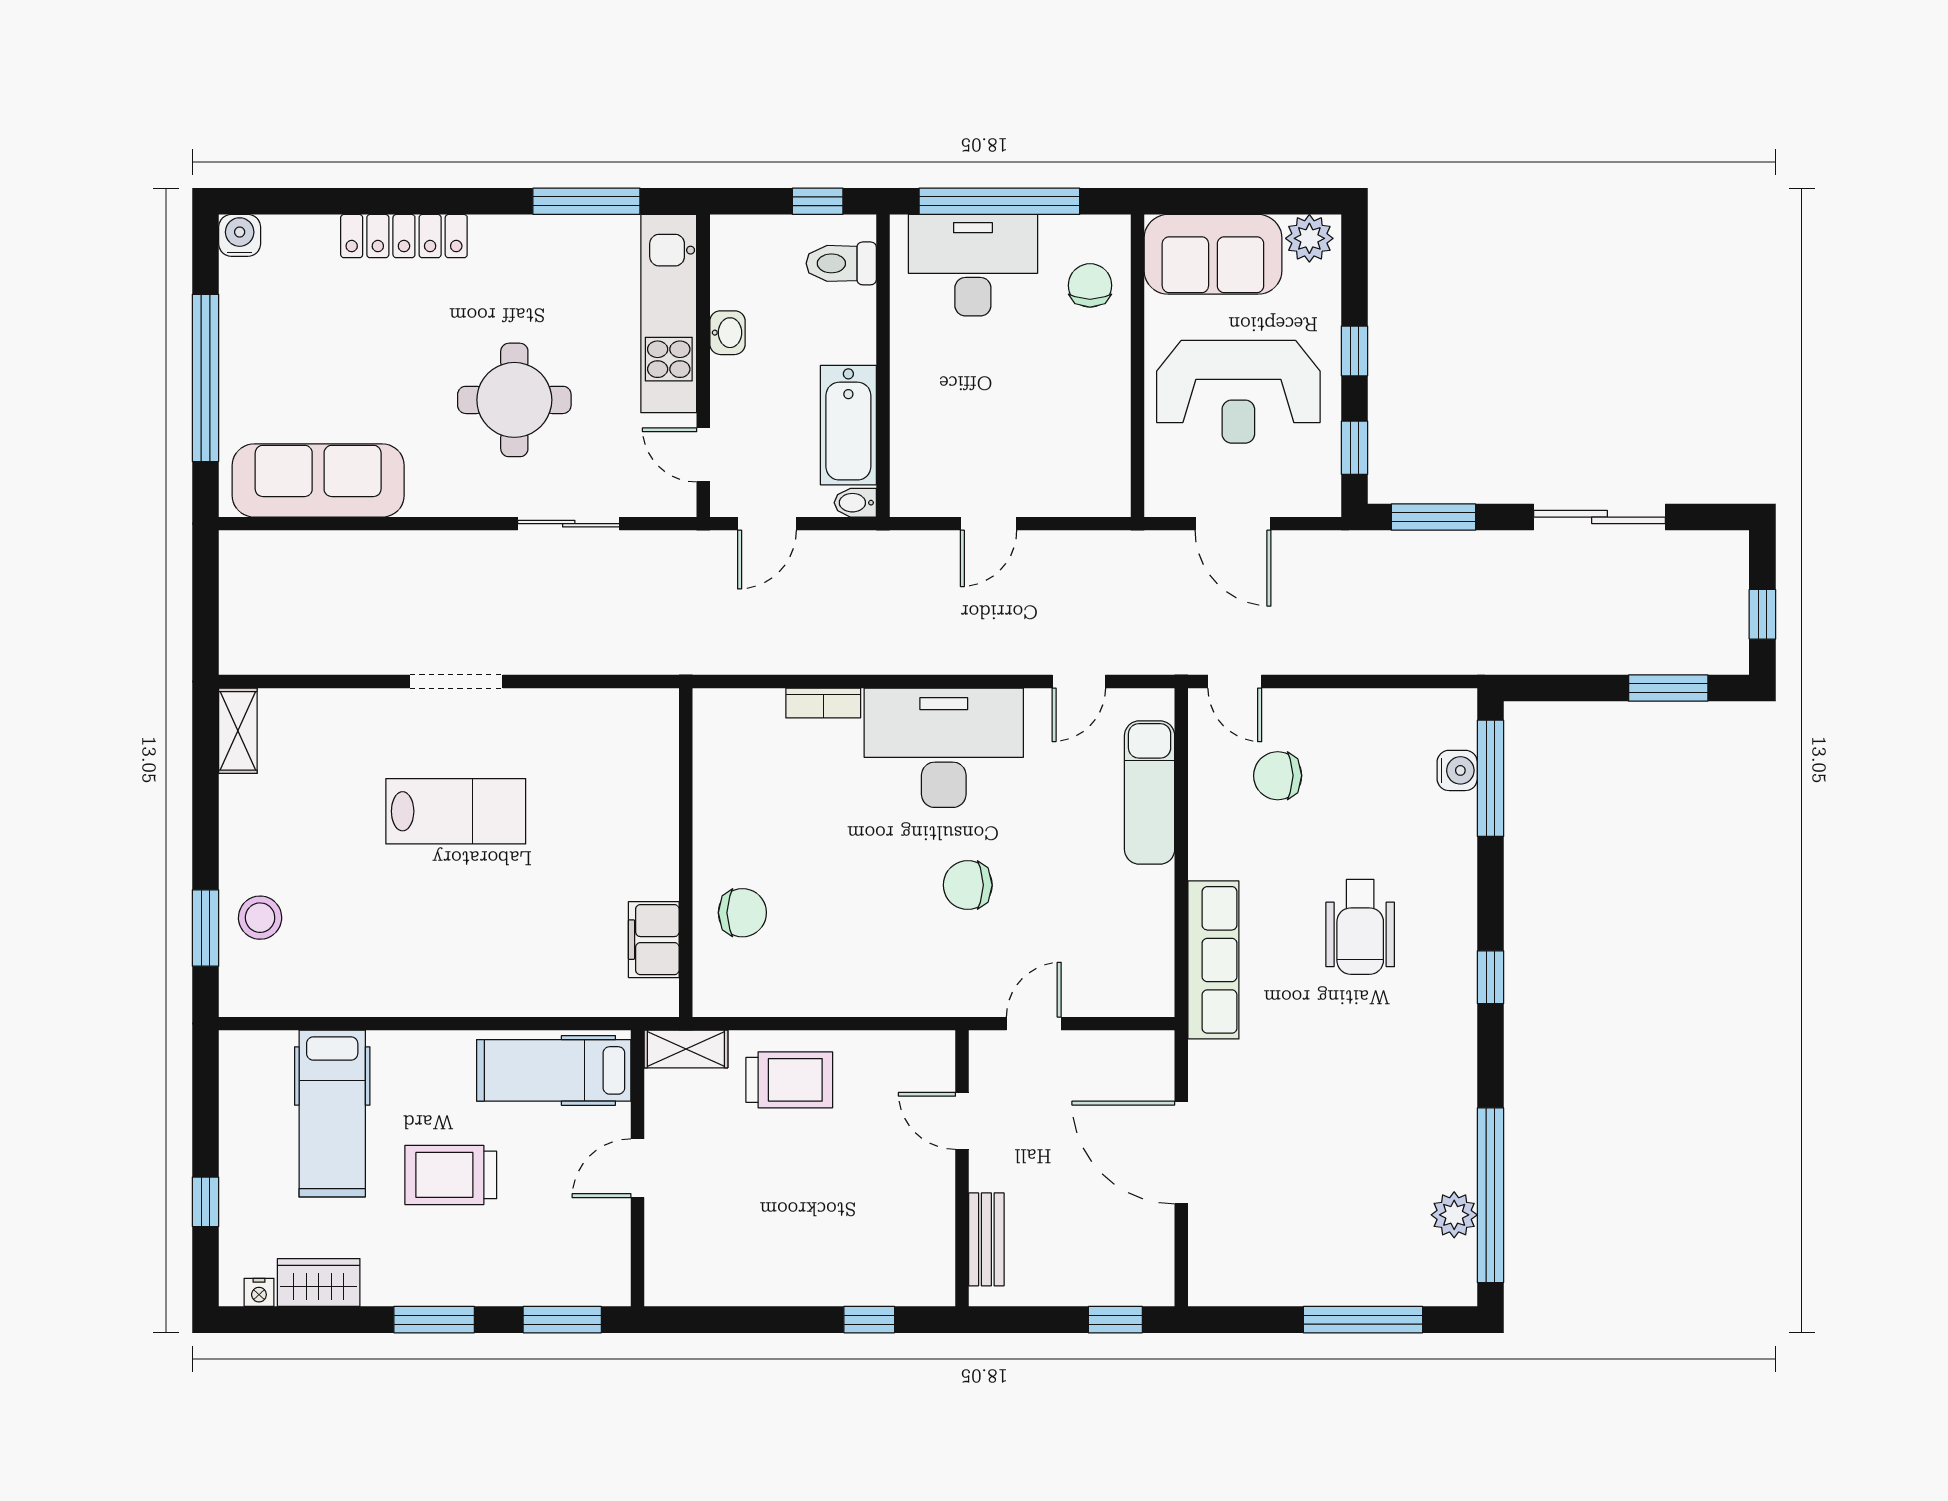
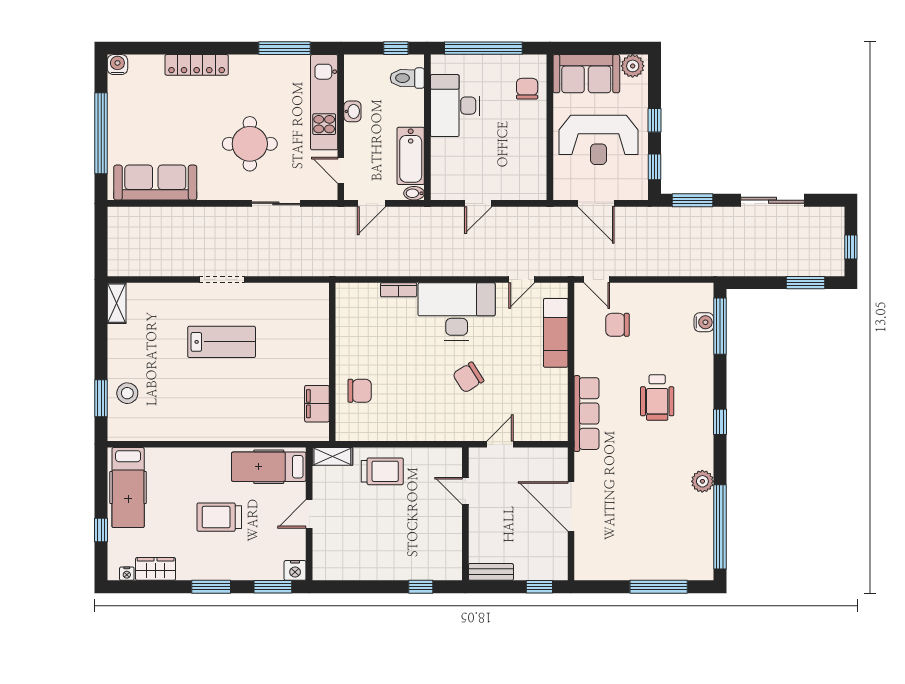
desk: (973, 265) -> (455, 106), moved, turned -90
chair: (968, 885) -> (468, 377), turned -32
hospital bed: (332, 1114) -> (128, 488), moved
plant: (1454, 1215) -> (702, 481), moved
bench: (986, 1239) -> (491, 572), moved, turned 90
nightstand: (608, 1286) -> (295, 570), added

